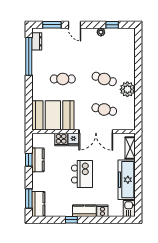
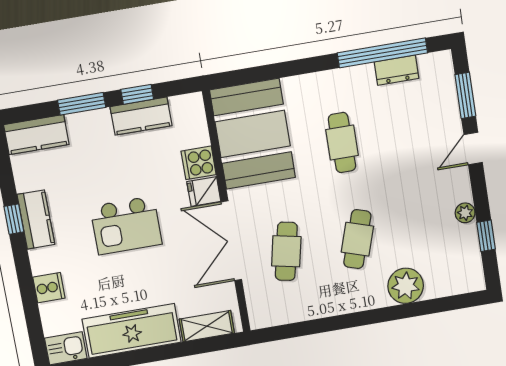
dresser: (37, 41) -> (397, 70), moved
plant: (127, 89) -> (406, 286), moved
window: (29, 198) -> (82, 104), moved
kitchen counter: (84, 211) -> (36, 220), moved

